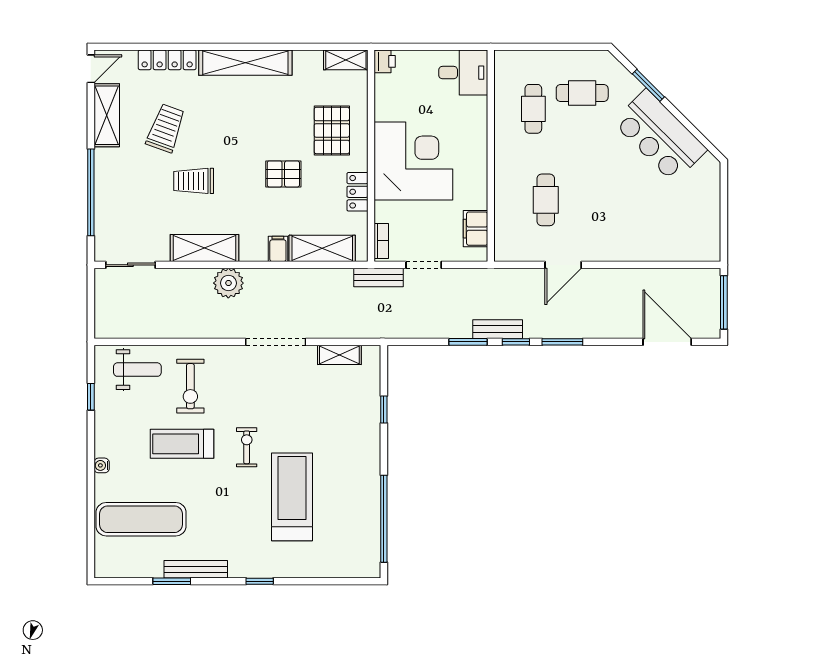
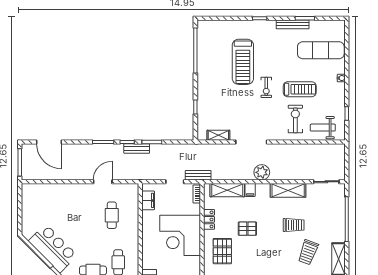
plant: (228, 283) -> (262, 172), moved

